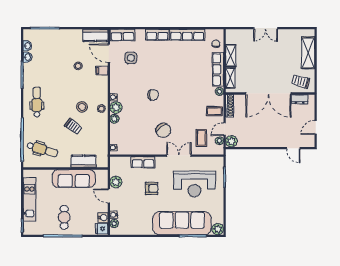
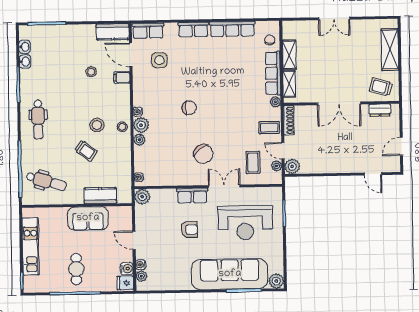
double door: (268, 93) -> (339, 103), width x0.73
dental chair: (37, 102) -> (38, 120), turned 180
door: (225, 129) -> (283, 151), hinge flipped
row of seats: (143, 162) -> (192, 196), moved
sofa: (74, 179) -> (88, 218), width x0.73
plant: (116, 182) -> (142, 197), moved

